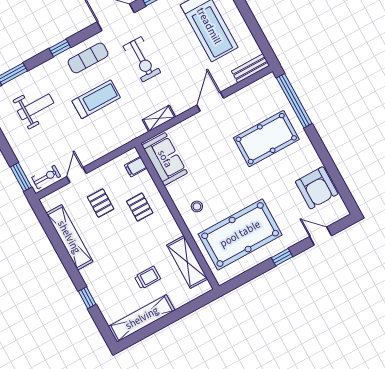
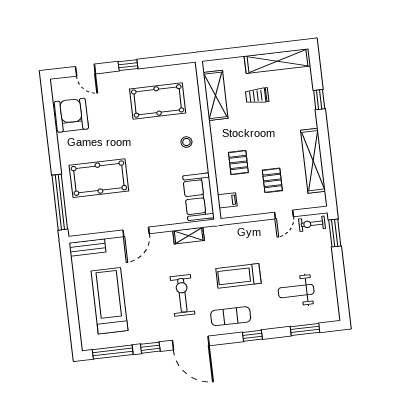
pool table: (240, 234) -> (158, 101), width x0.73, depth x0.76

